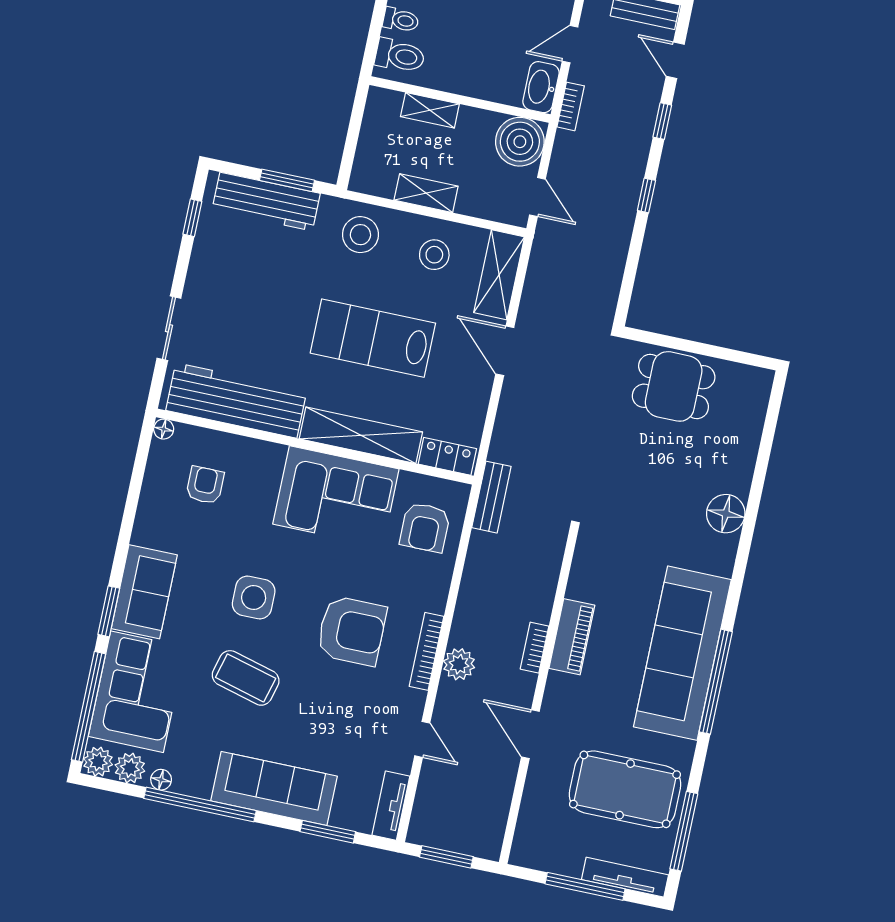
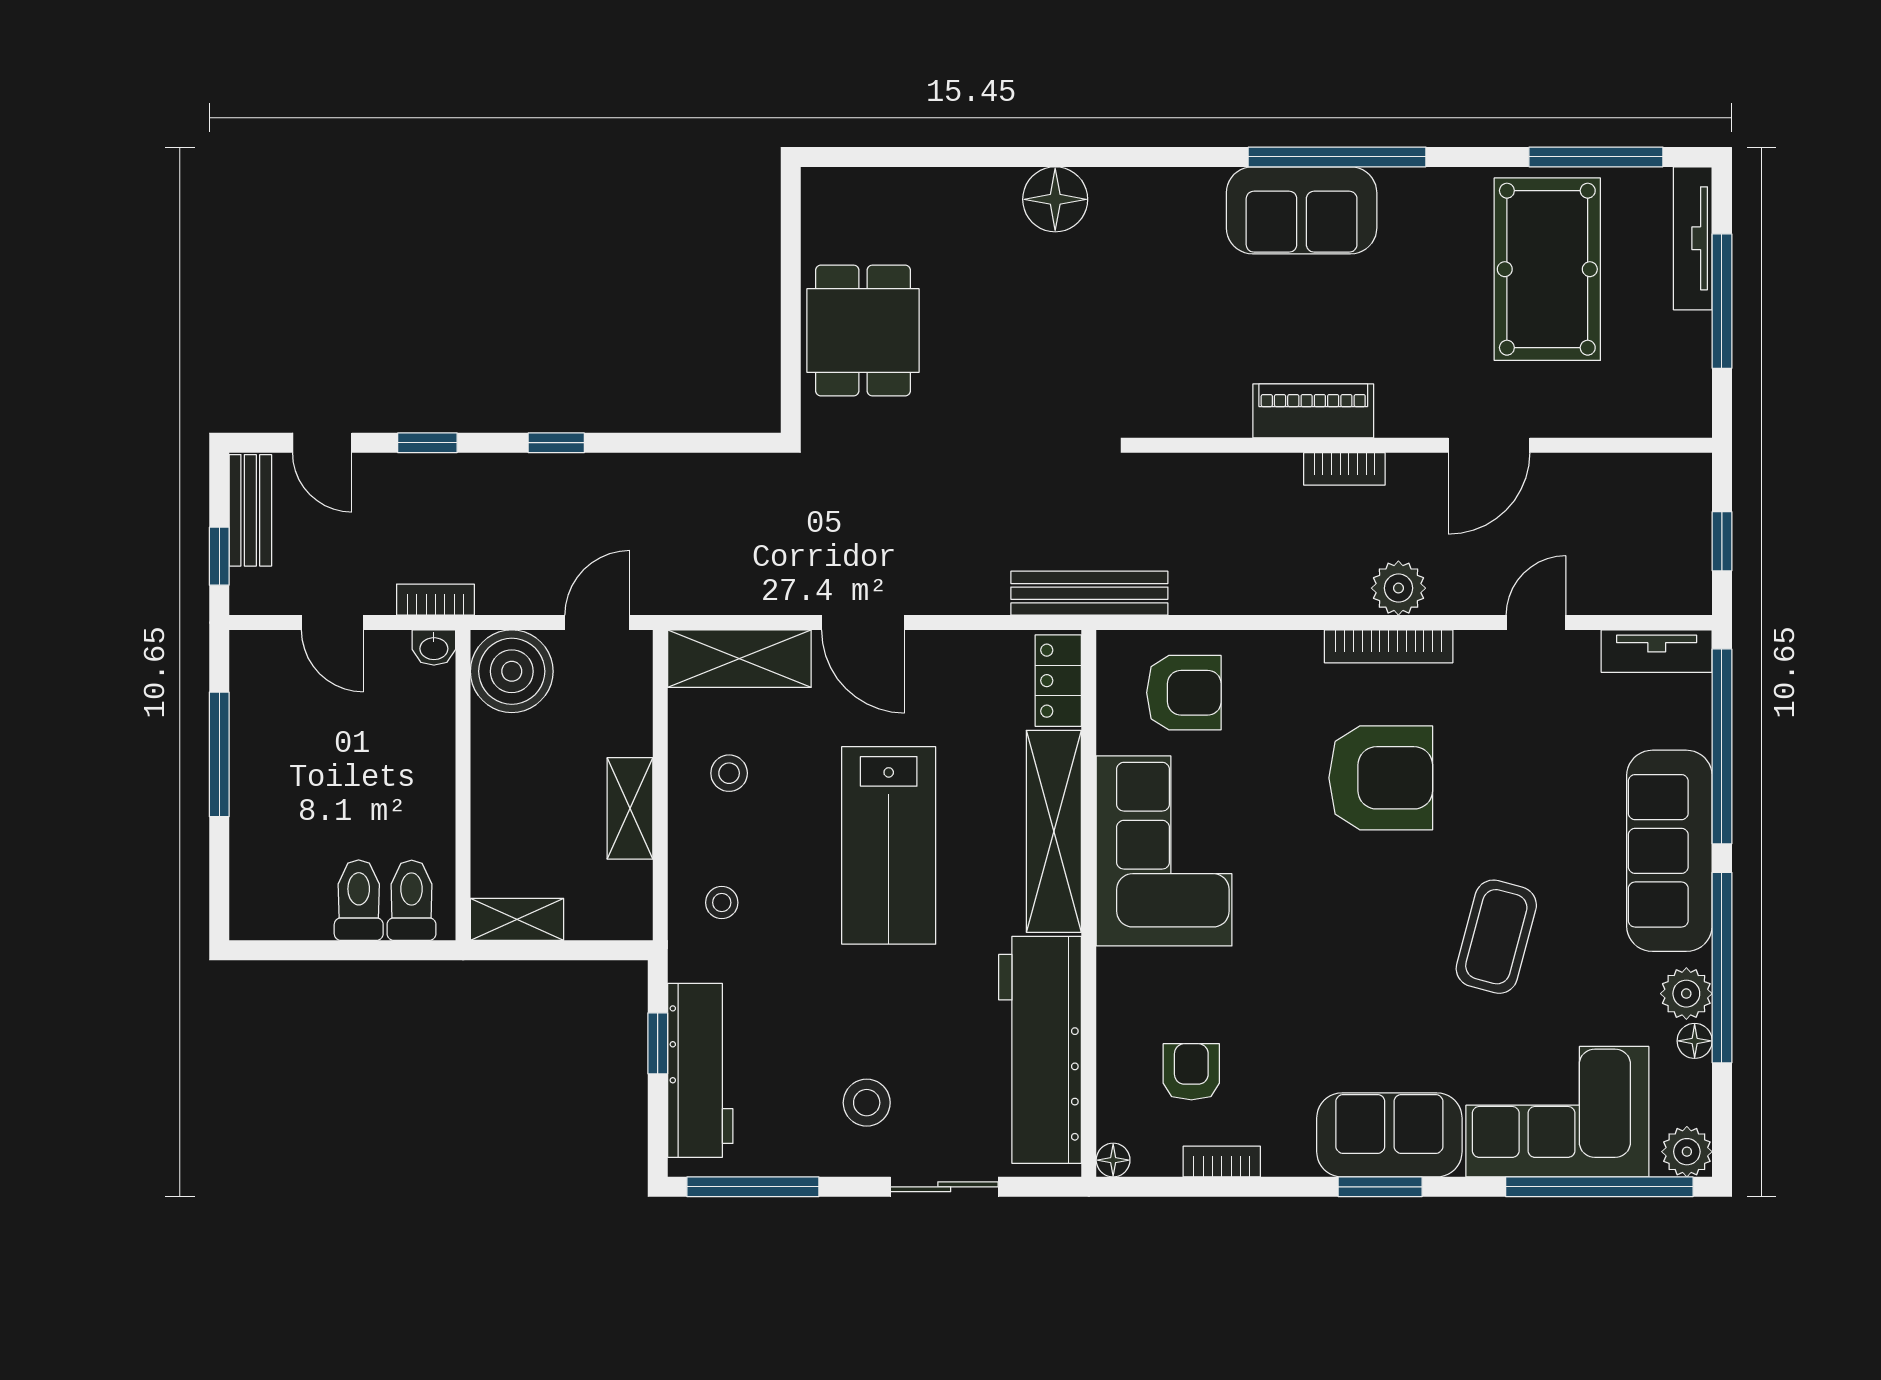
toilet: (401, 20) -> (359, 900), width x1.37, depth x1.39
door: (675, 60) -> (322, 443), hinge flipped
washbasin: (541, 87) -> (434, 648), width x0.52, depth x0.69
shelving: (430, 110) -> (517, 919), moved, turned 90
window: (287, 180) -> (658, 1043), width x0.67
window: (192, 218) -> (753, 1187), width x2.17
stool: (360, 235) -> (722, 903), width x0.53, depth x0.53
stool: (434, 255) -> (729, 773), width x0.73, depth x0.73
stool: (227, 294) -> (867, 1103), added
door: (505, 351) -> (863, 623), hinge flipped
armchair: (205, 485) -> (1191, 1072), turned 90
bookcase: (149, 492) -> (1222, 1161), added
bench: (491, 497) -> (1089, 593), width x1.36
side table: (254, 597) -> (1360, 952), removed
window: (109, 611) -> (1380, 1187), moved
armchair: (352, 631) -> (1381, 778), turned 90
sofa: (682, 653) -> (1302, 210), width x0.54, depth x0.79
plant: (130, 768) -> (1686, 994), moved
window: (328, 832) -> (1722, 746), width x2.11
window: (446, 857) -> (1722, 541), width x0.67

